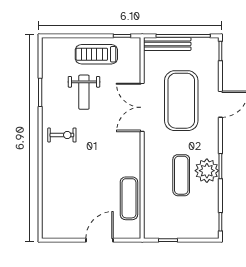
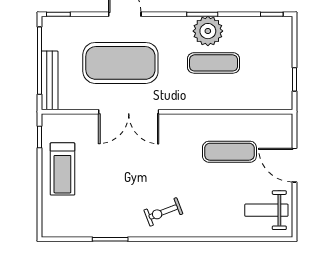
weight bench: (84, 92) -> (266, 210), moved, turned 180
exercise bike: (62, 135) -> (163, 212), turned -111
exercise mat: (129, 198) -> (229, 152), moved

